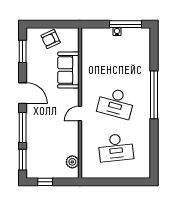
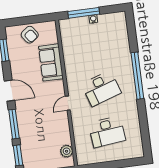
window: (126, 24) -> (84, 13), moved
armchair: (51, 39) -> (30, 35), turned -101
desk: (116, 103) -> (101, 88), turned -33

